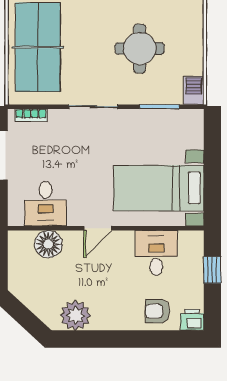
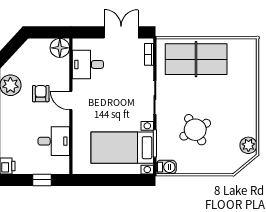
round table: (140, 49) -> (195, 130), turned -30
bed with nightstands: (159, 188) -> (122, 148), moved, turned -90
floor lamp: (48, 244) -> (60, 48), moved
armchair: (157, 311) -> (41, 94), moved

